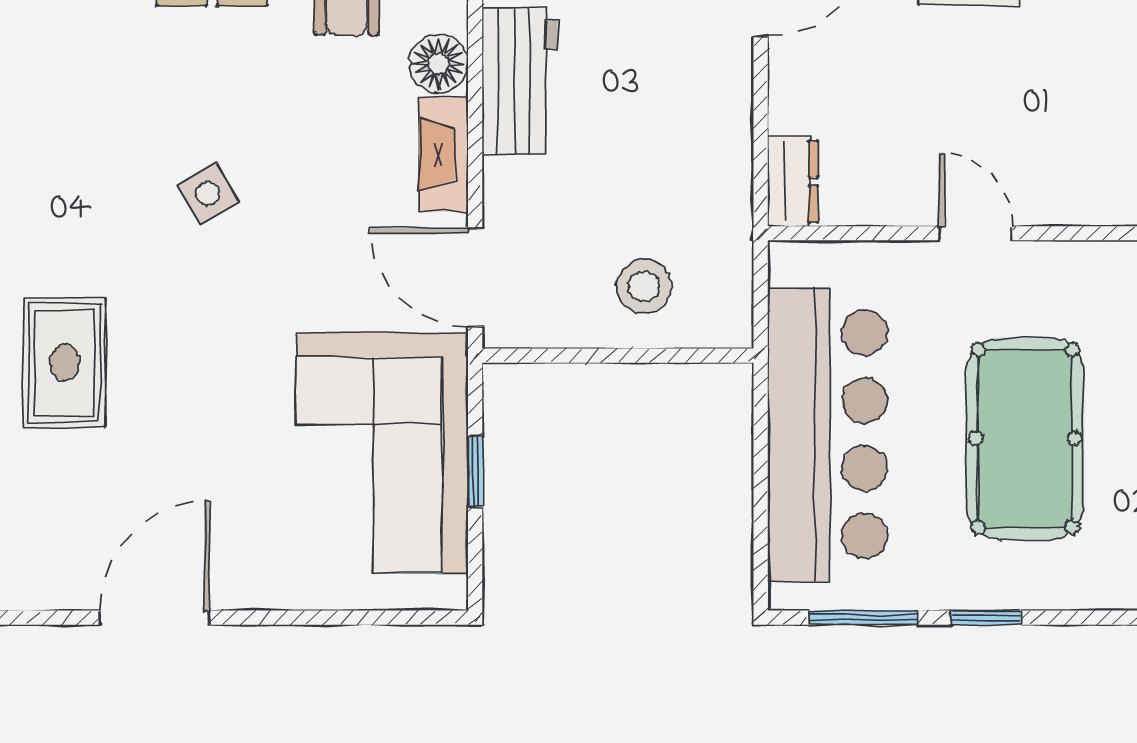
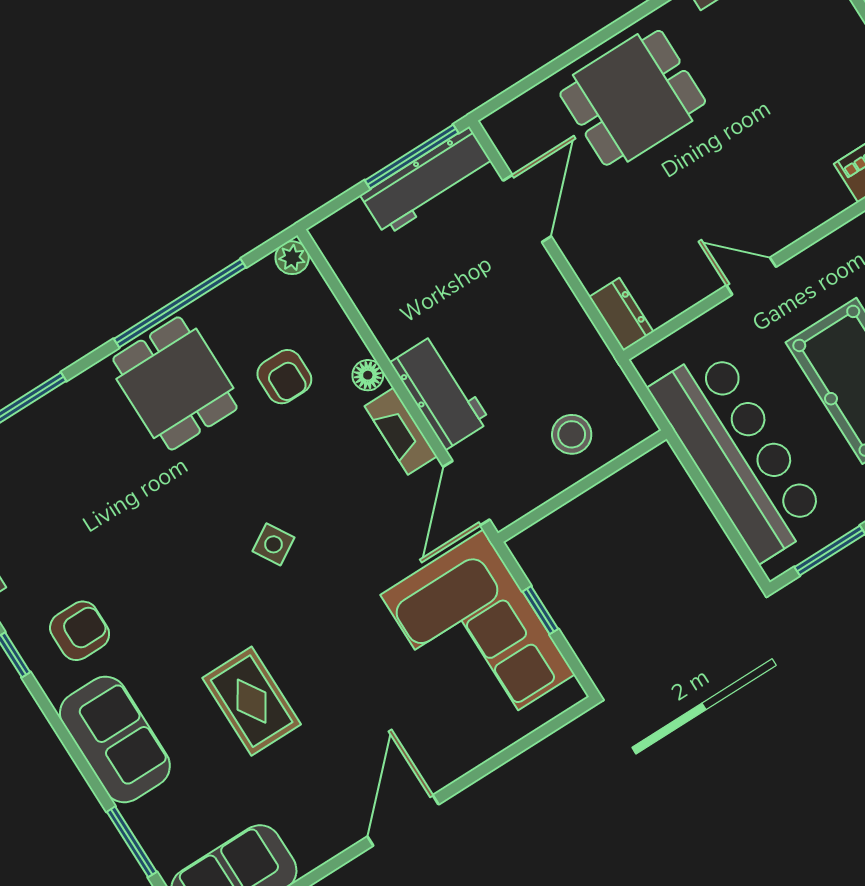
floor lamp: (439, 63) -> (368, 375), width x0.73, depth x0.73
workbench: (520, 81) -> (440, 392), moved
door: (475, 277) -> (466, 493), hinge flipped

